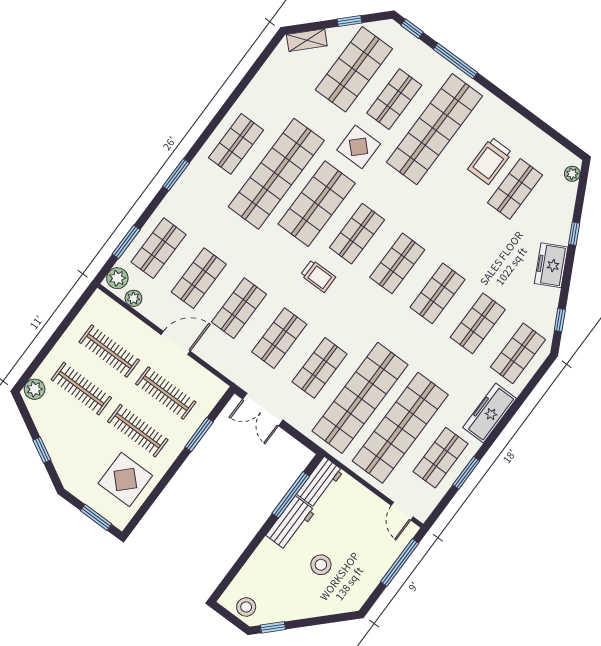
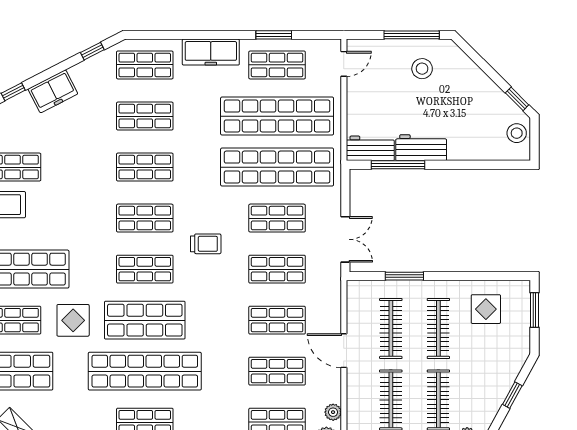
trolley: (318, 276) -> (206, 244), moved, turned 90
display table: (125, 479) -> (486, 309), width x0.73, depth x0.73
window: (400, 562) -> (412, 35), moved
stool: (321, 565) -> (422, 69), moved

